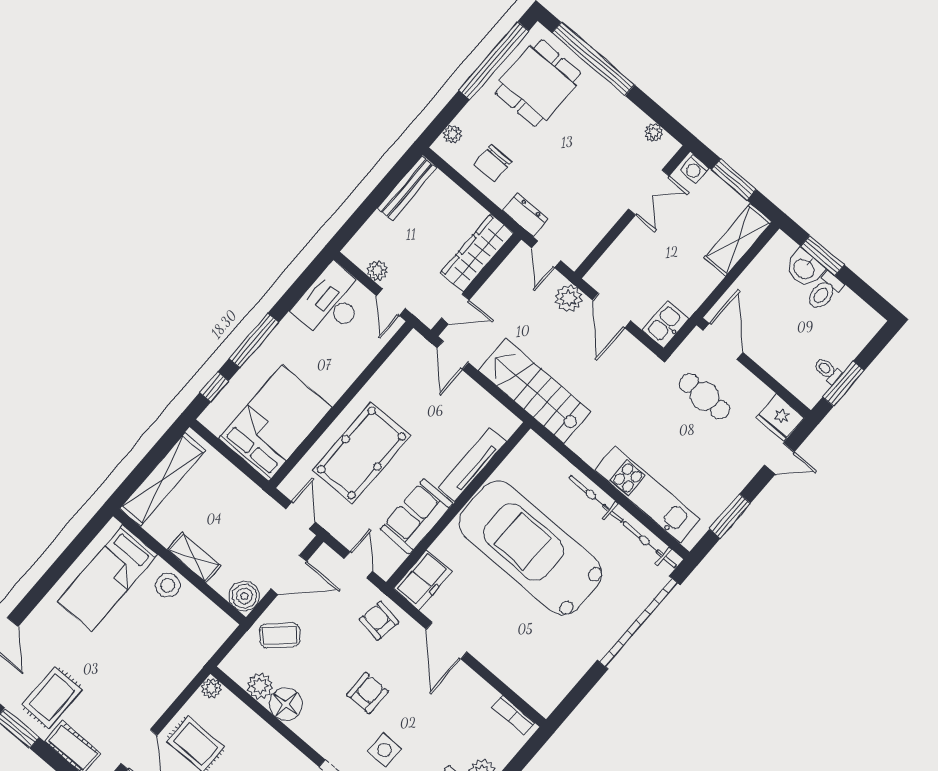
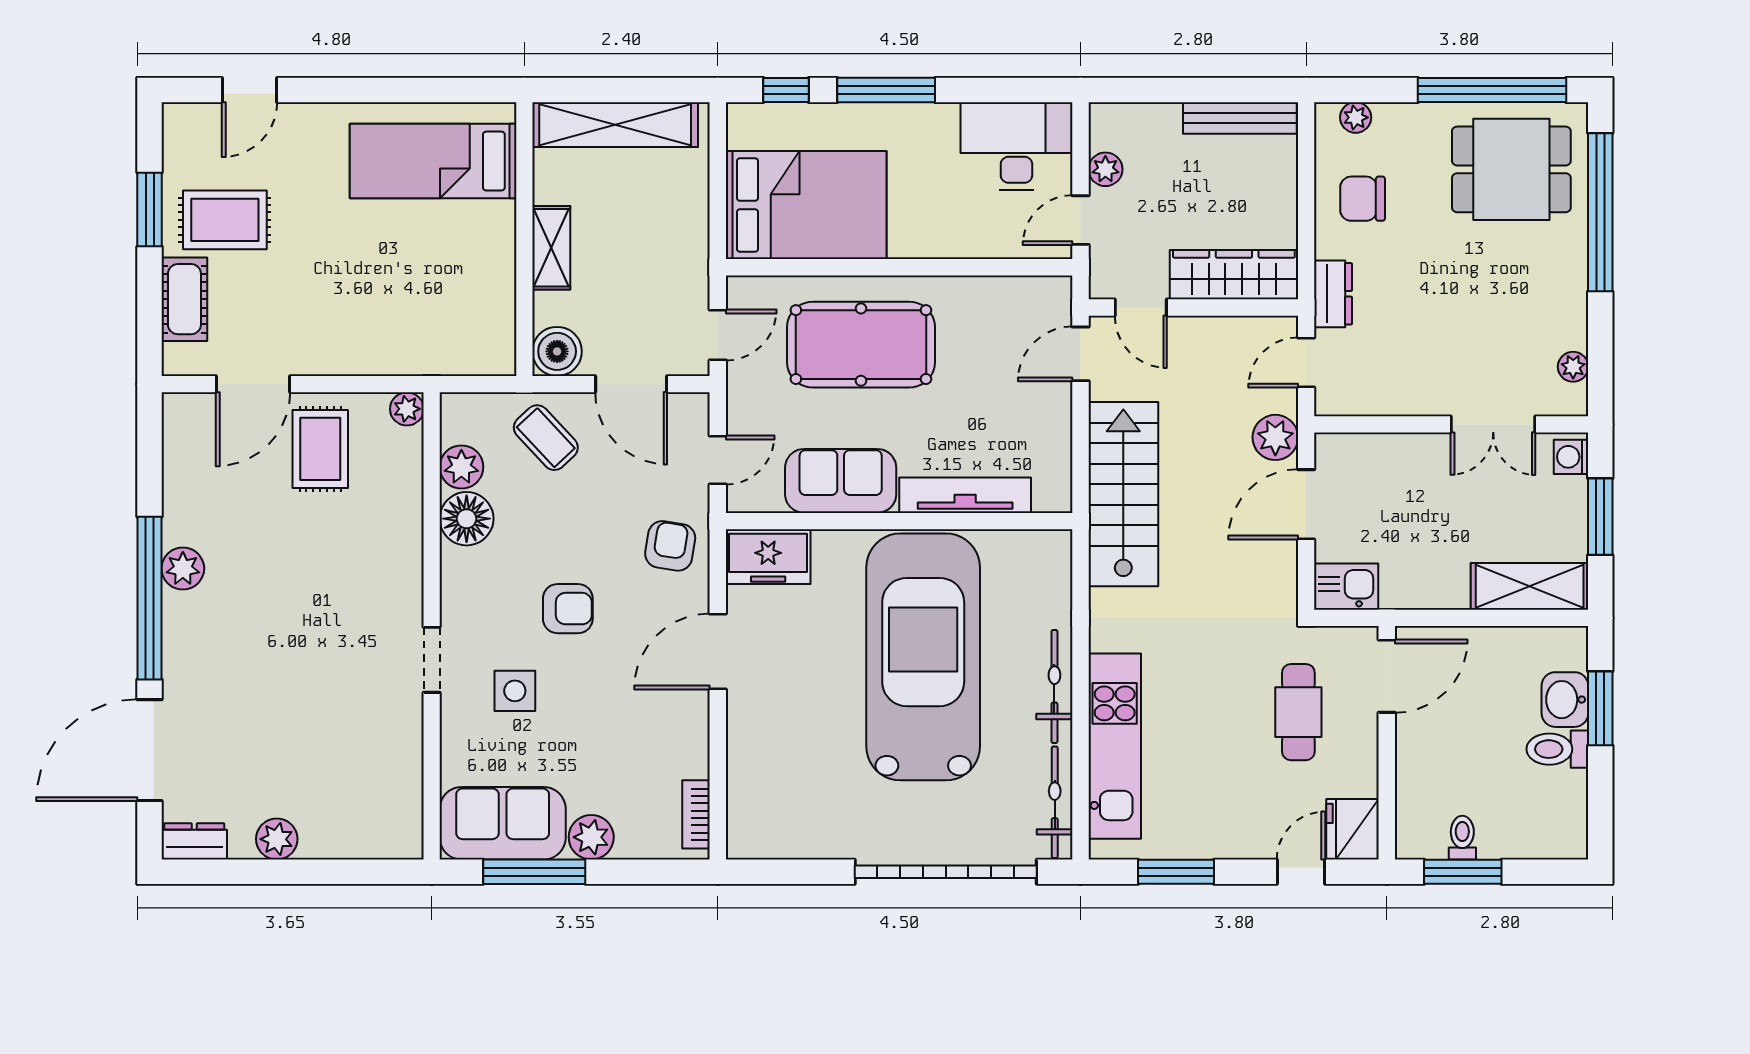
door: (779, 458) -> (1301, 872), swing flipped
stool: (168, 585) -> (489, 244), removed

